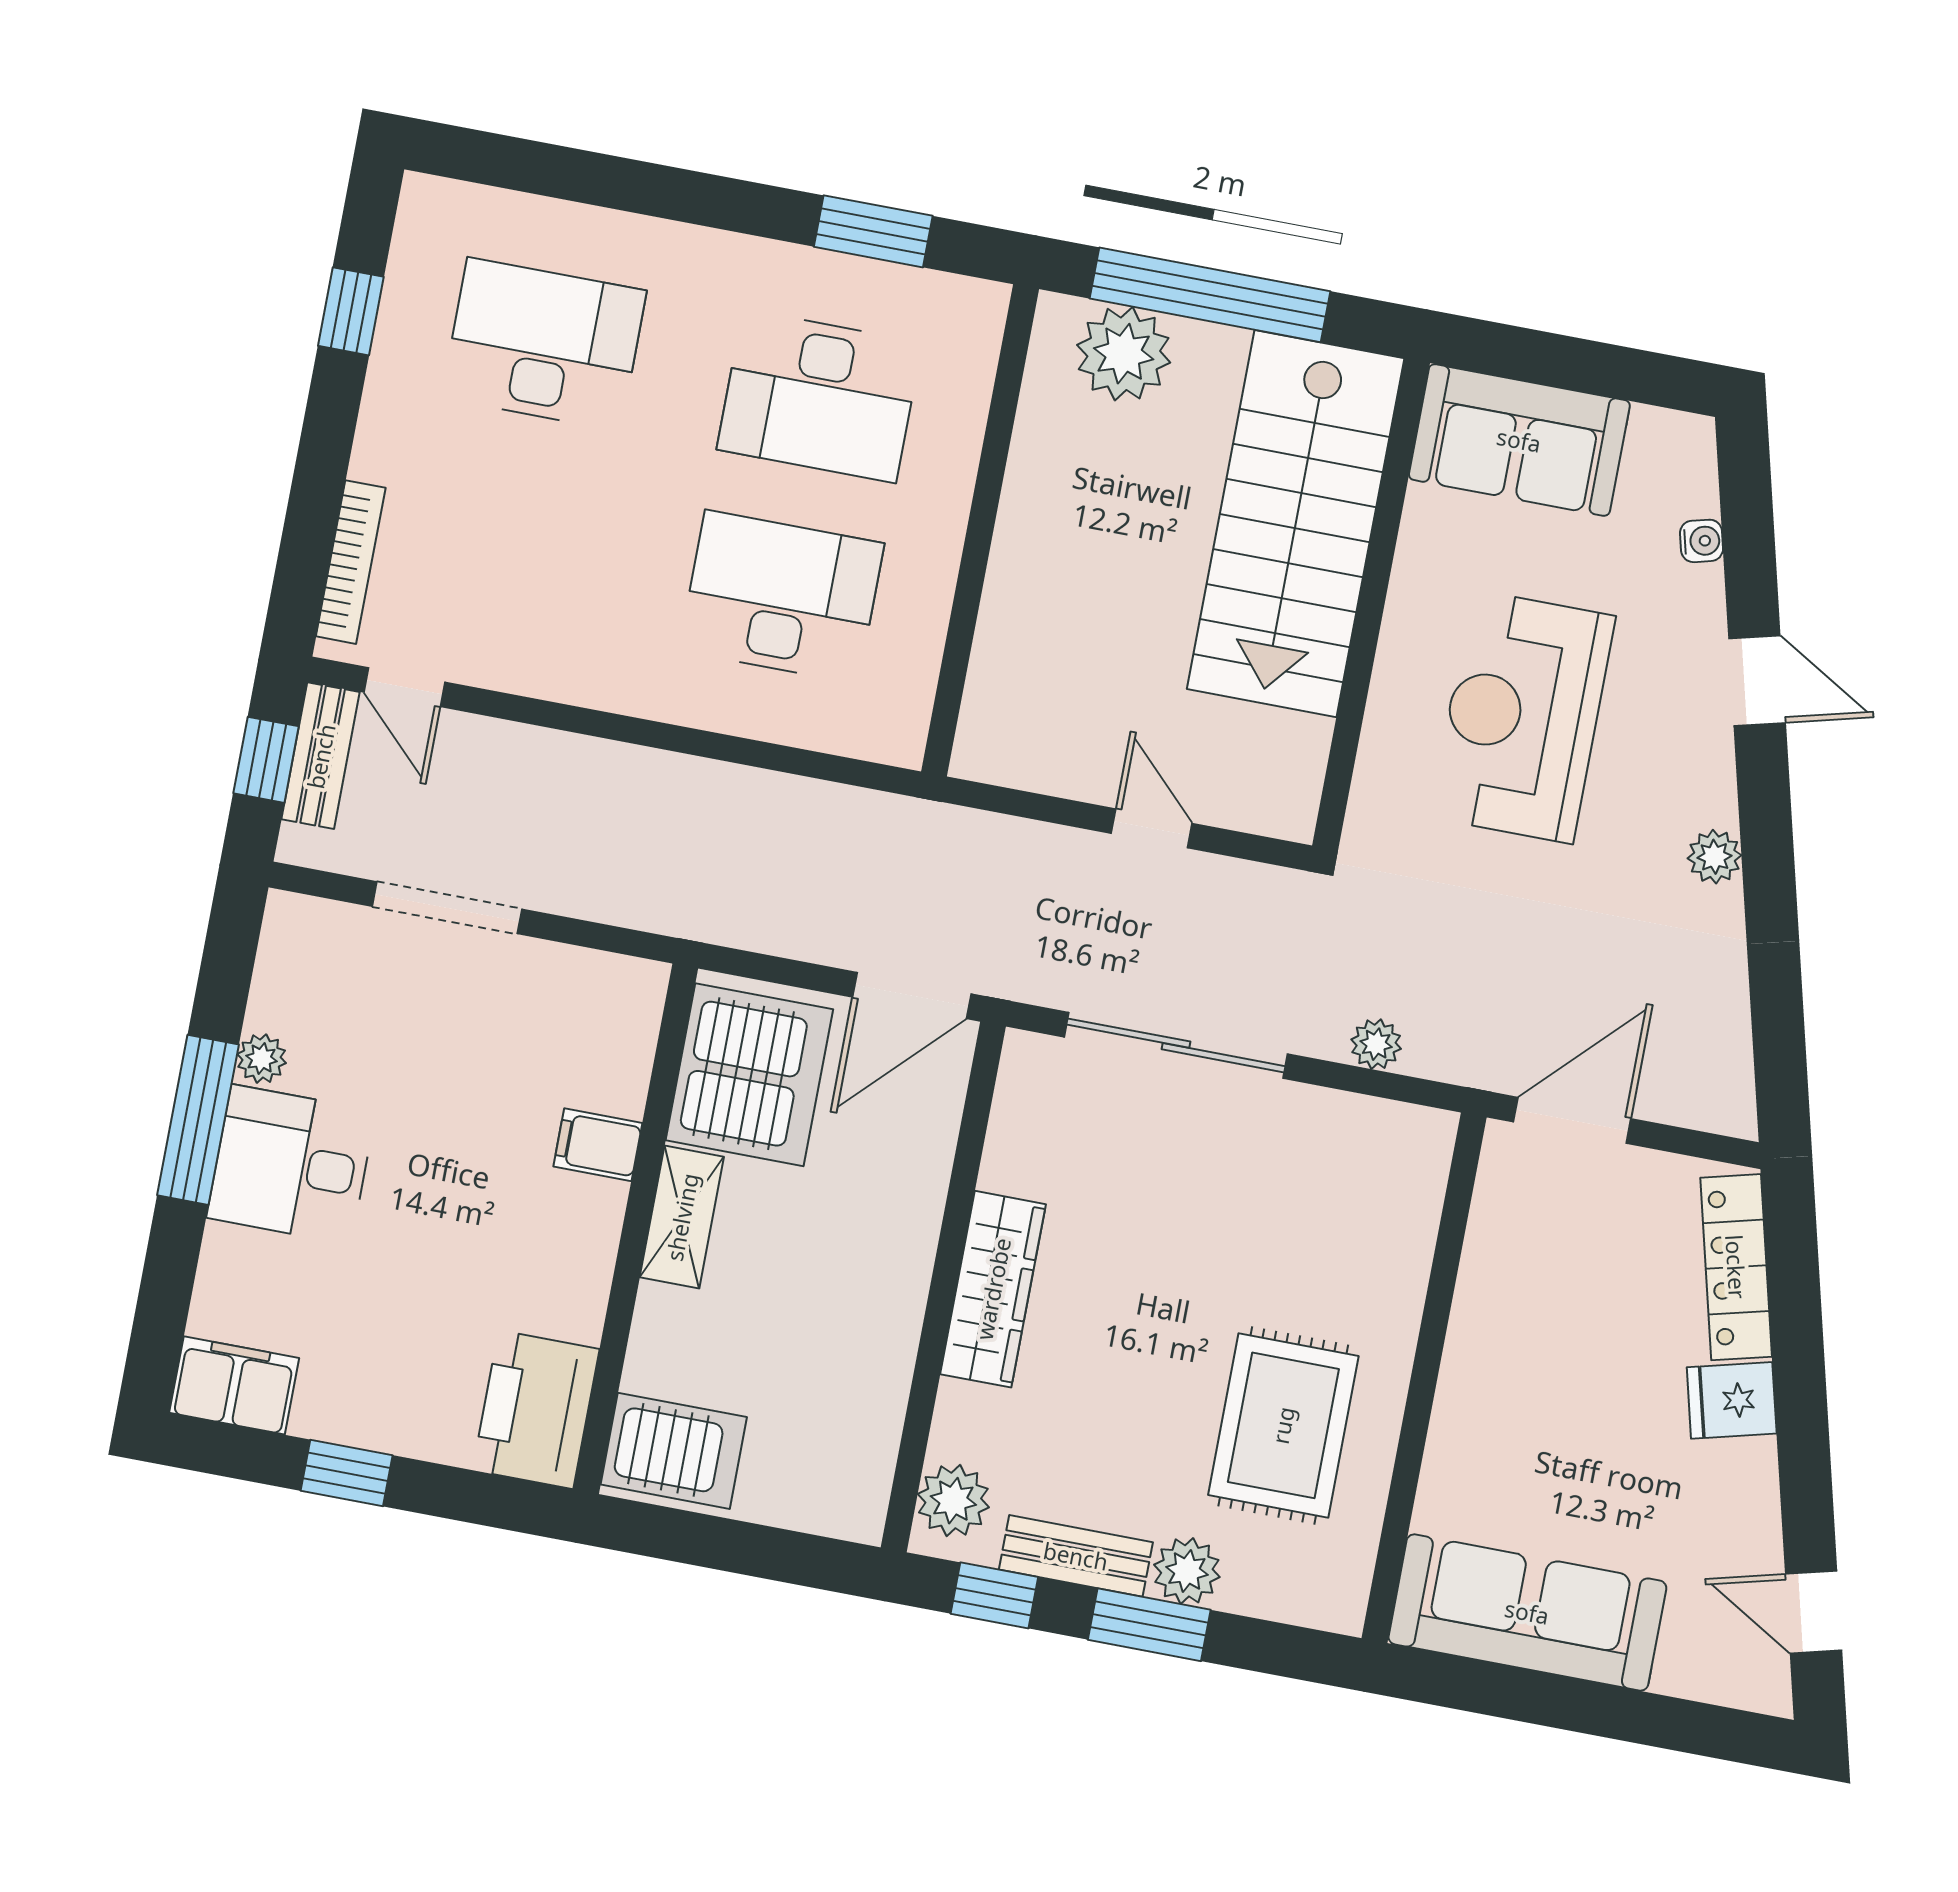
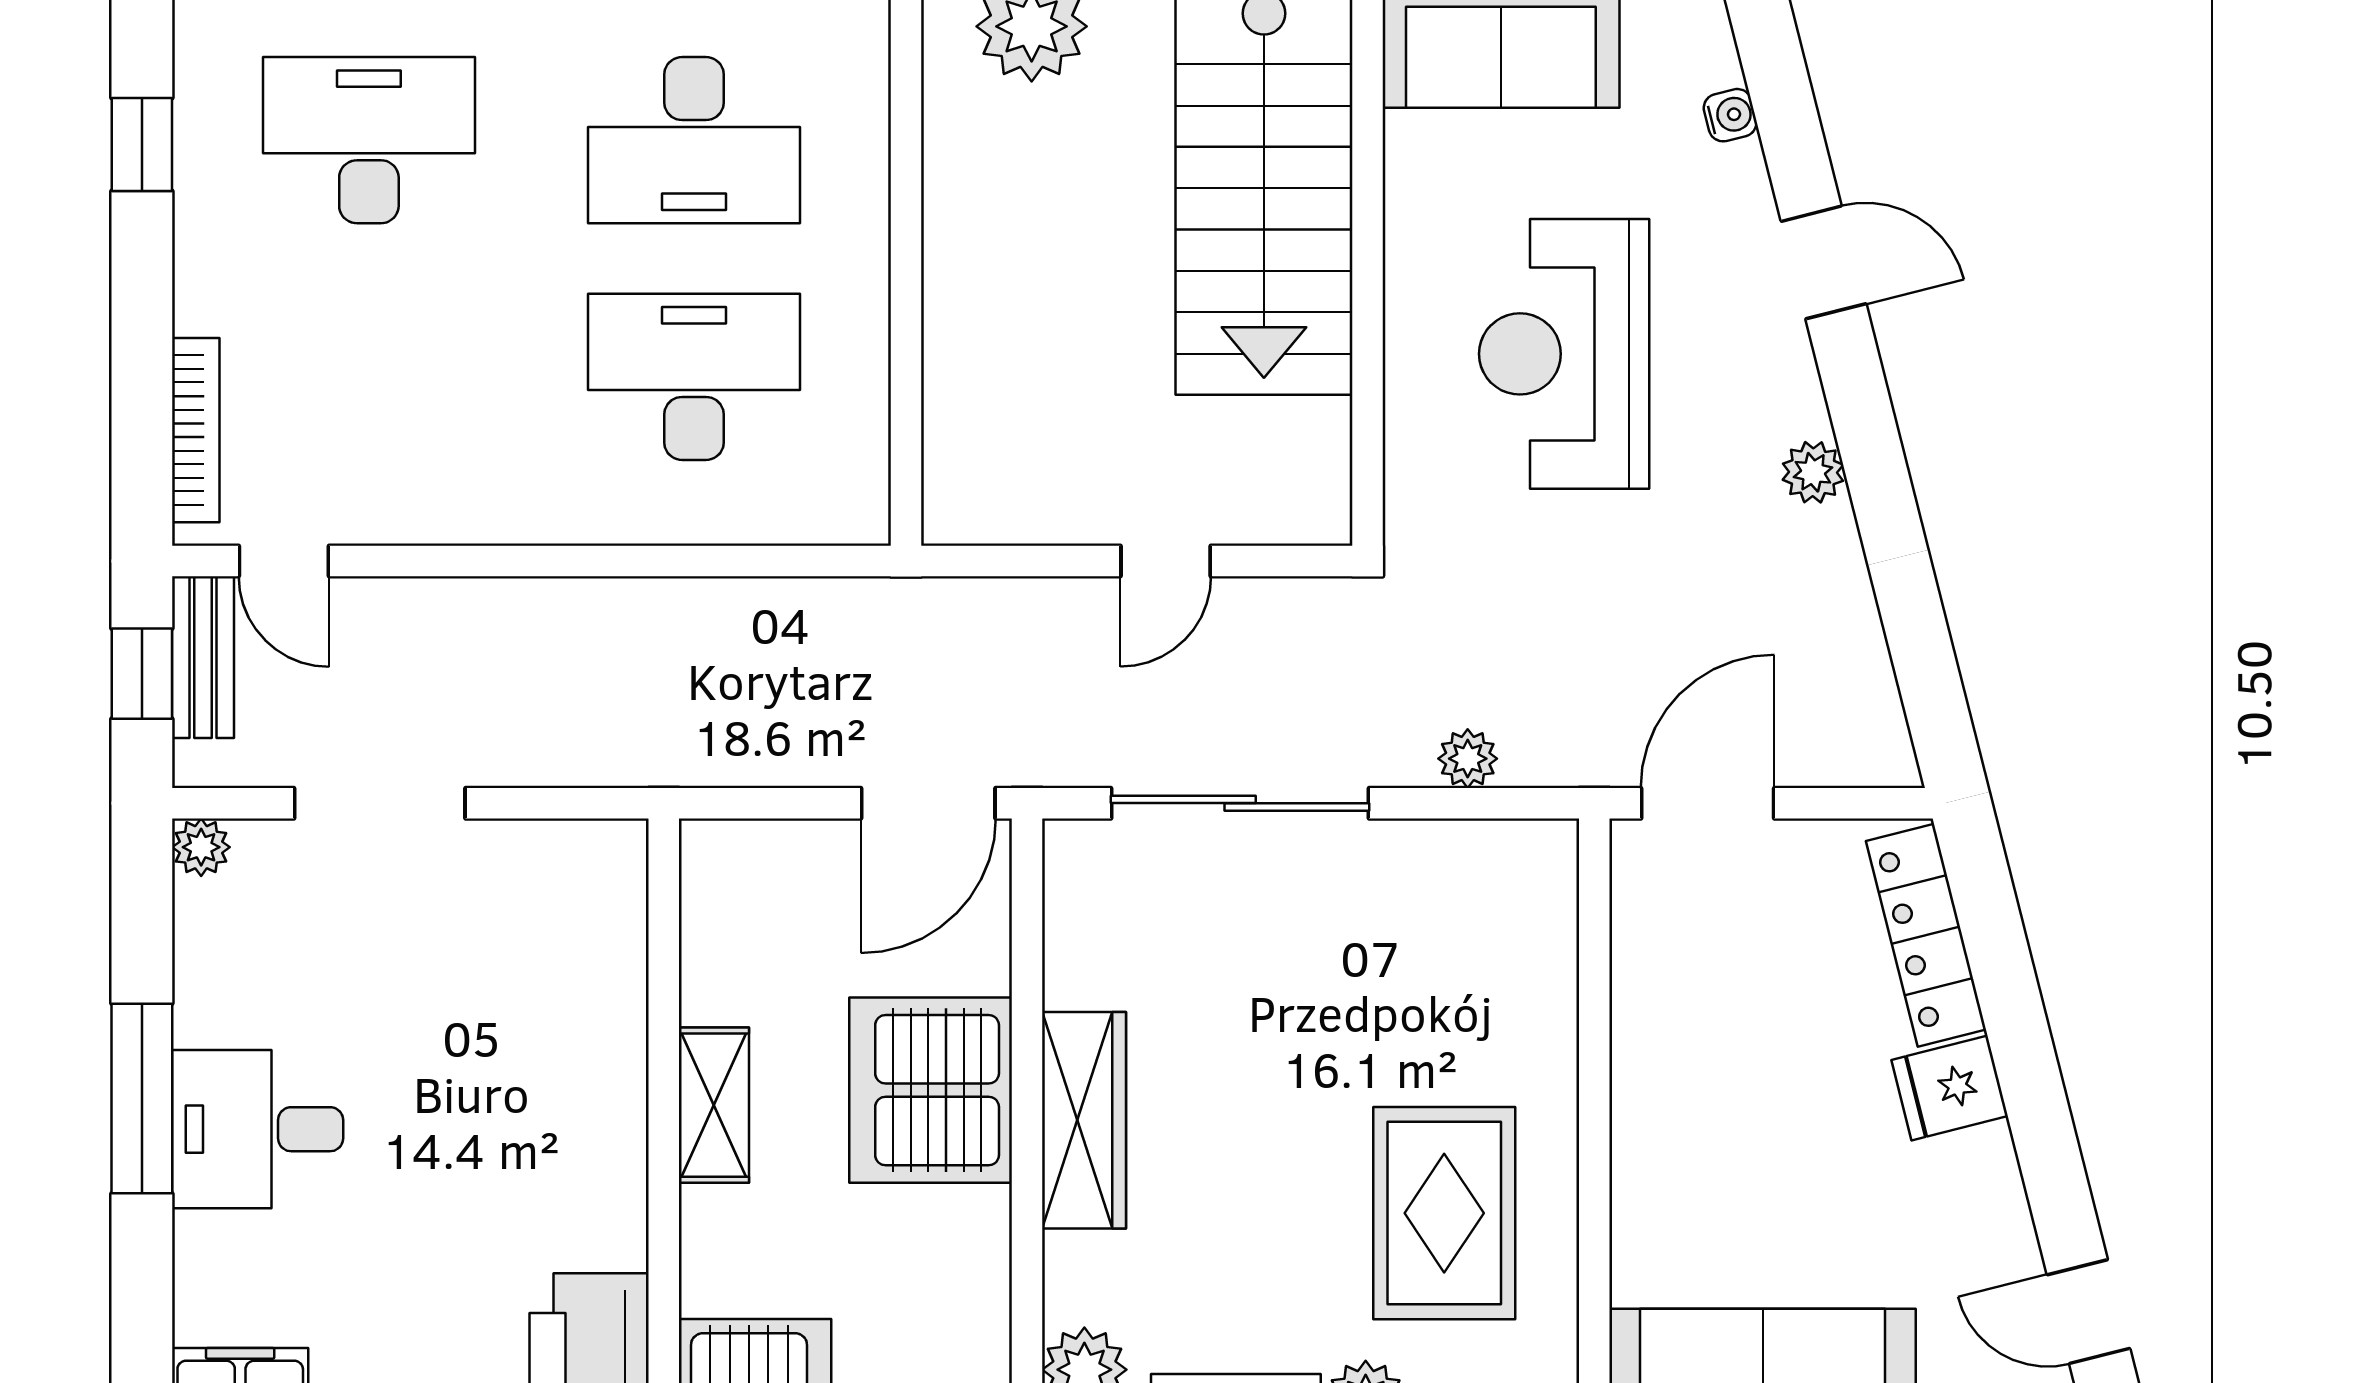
door: (1152, 828) -> (1166, 561), swing flipped
plant: (262, 1059) -> (201, 847), moved
server rack: (749, 1075) -> (931, 1090), moved, turned 180
filing cabinet: (598, 1145) -> (603, 1041), removed

